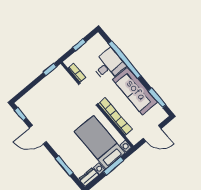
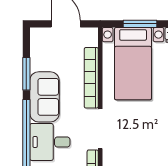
sofa: (135, 91) -> (44, 97), width x0.73
window: (157, 98) -> (26, 74), moved

